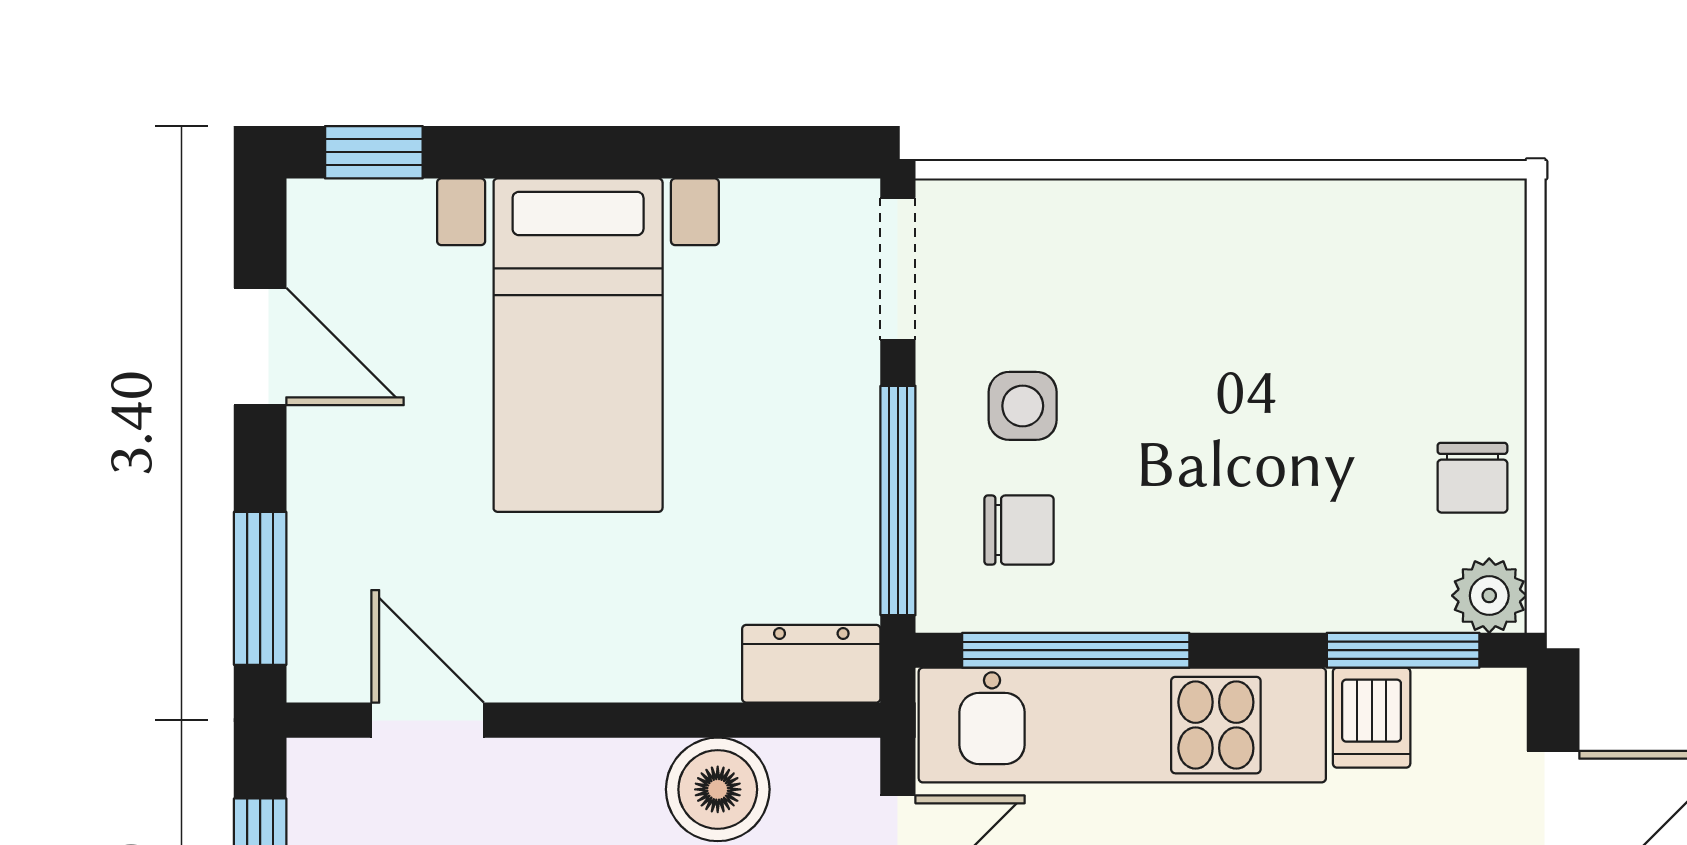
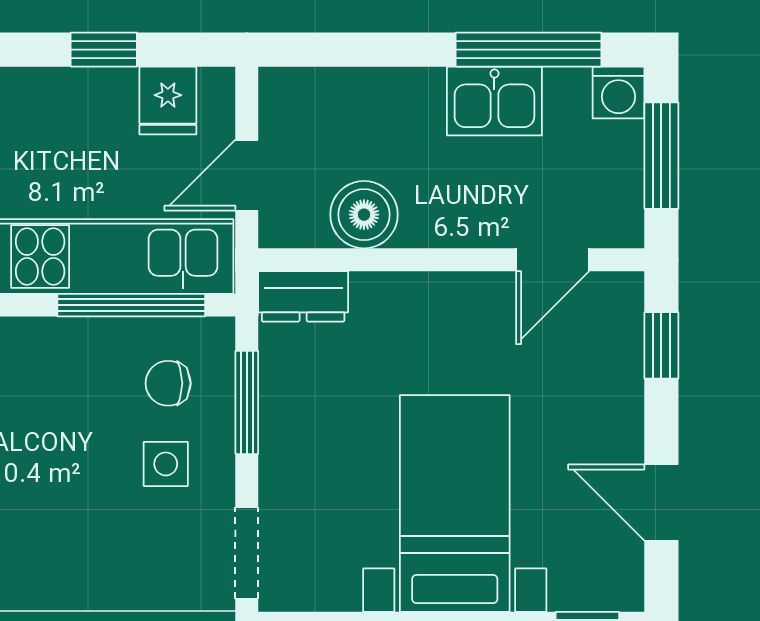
window: (898, 501) -> (247, 402), width x0.69
window: (260, 588) -> (661, 345), width x0.67
door: (428, 720) -> (553, 260), hinge flipped

